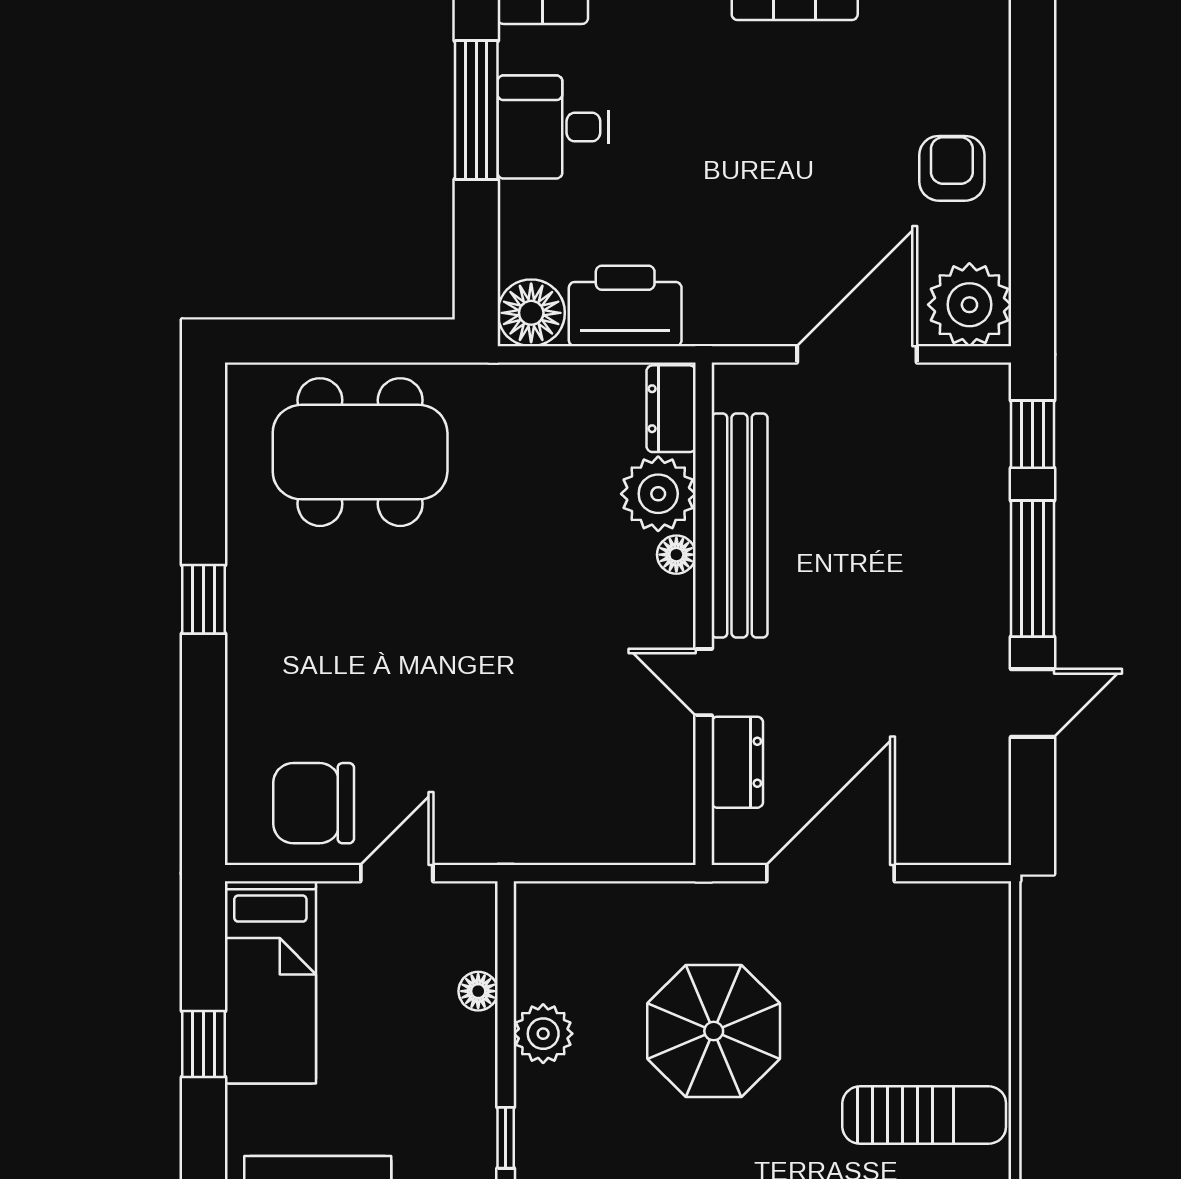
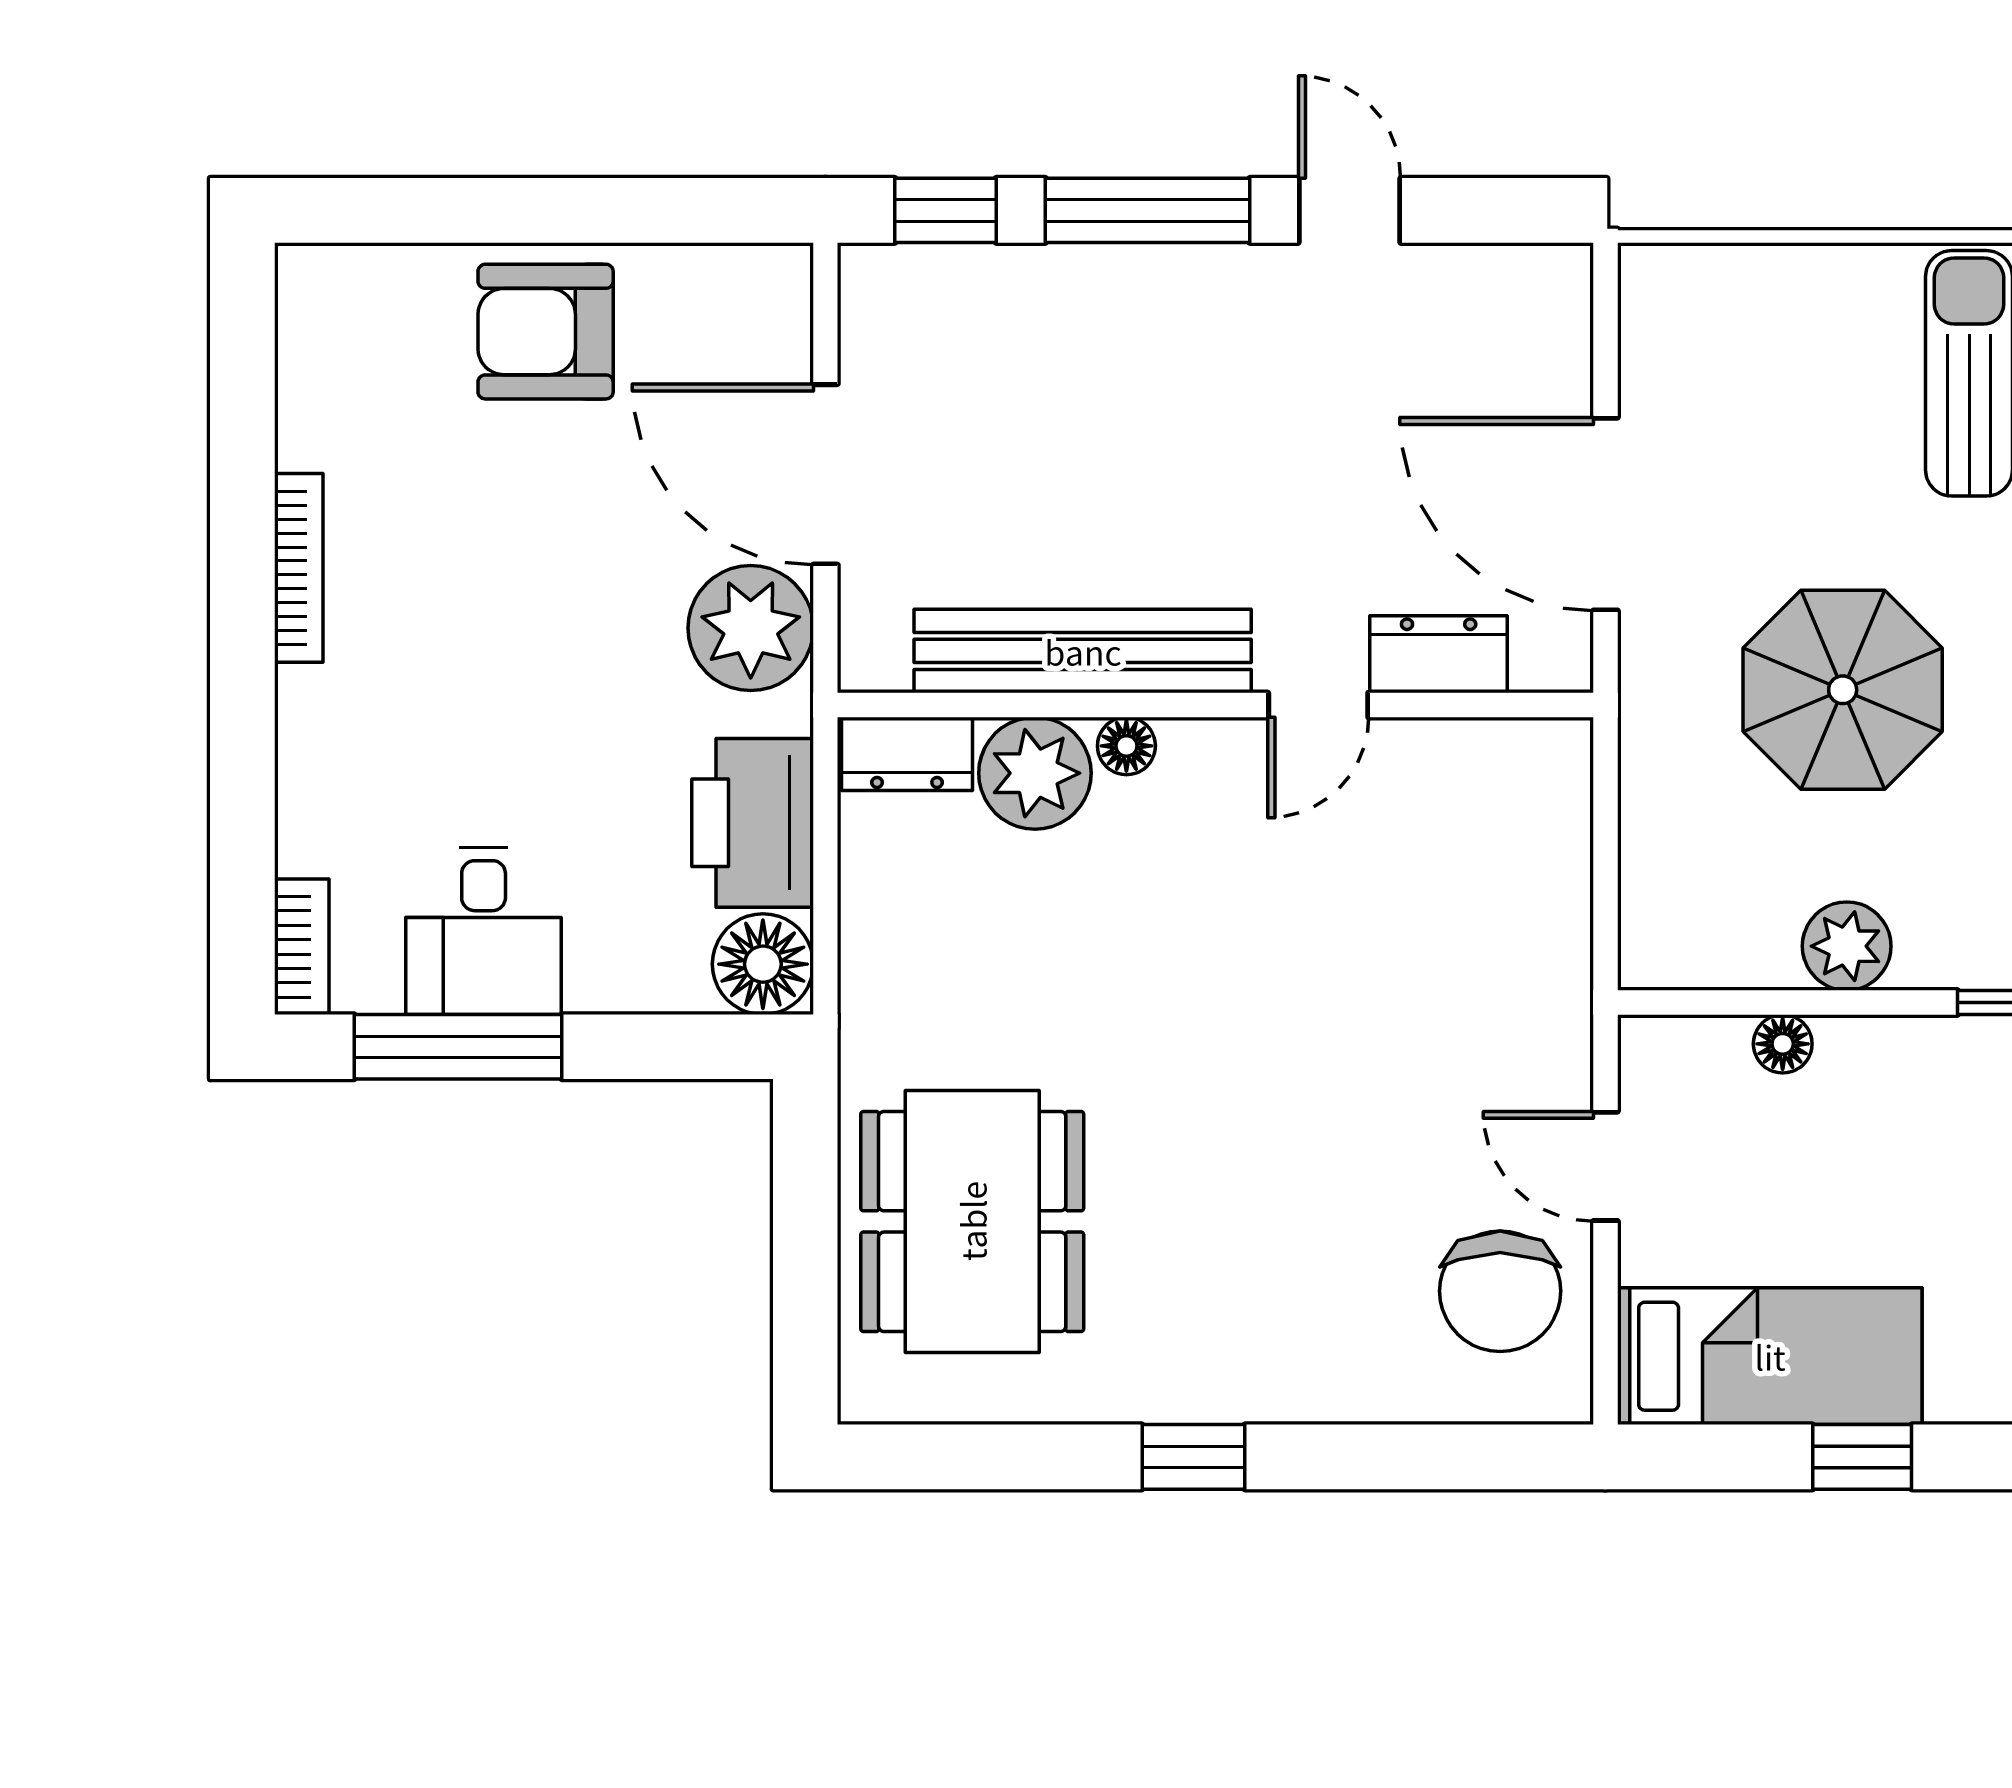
armchair: (952, 168) -> (546, 332), width x1.38, depth x1.38
plant: (969, 305) -> (751, 628), moved

